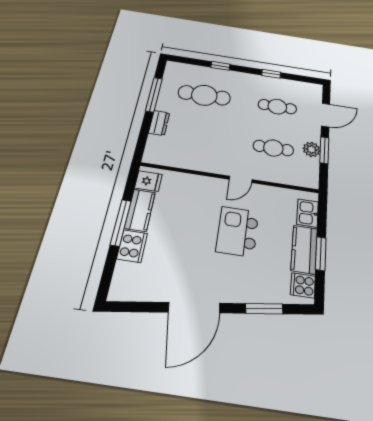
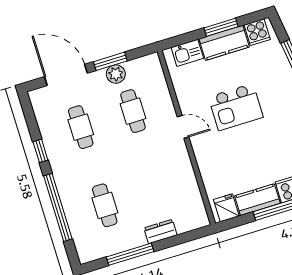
window: (220, 66) -> (58, 207), width x3.17
cafe table: (204, 95) -> (105, 205), width x0.73, depth x0.74
door: (326, 115) -> (66, 75), width x1.36

